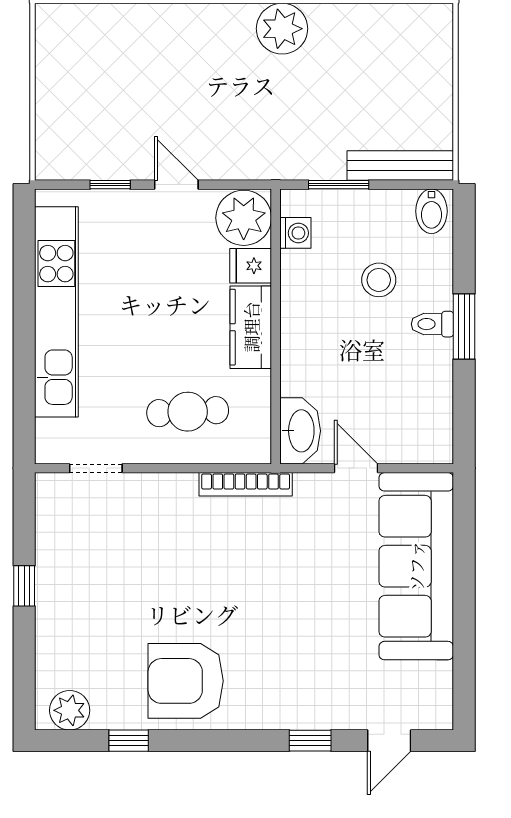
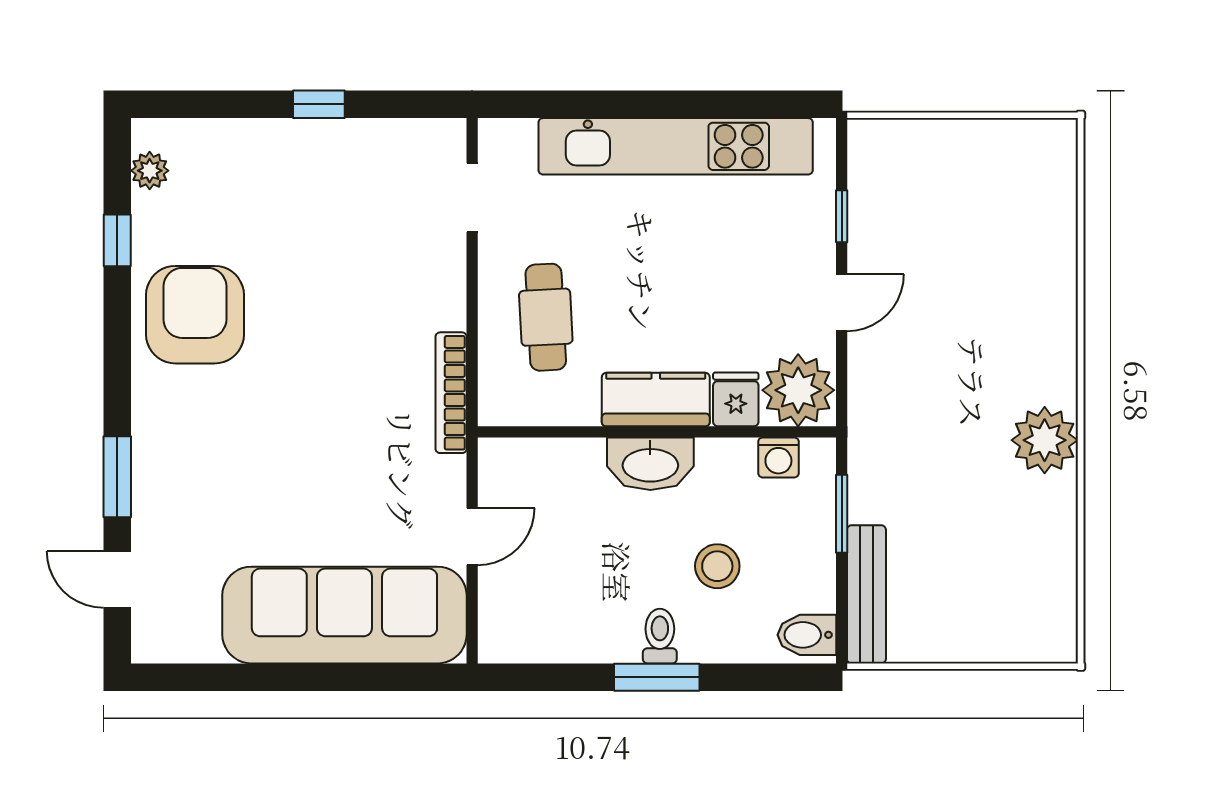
washbasin: (300, 431) -> (650, 464), moved
plant: (70, 710) -> (150, 171), width x0.73, depth x0.73
window: (310, 741) -> (117, 477), width x1.50

